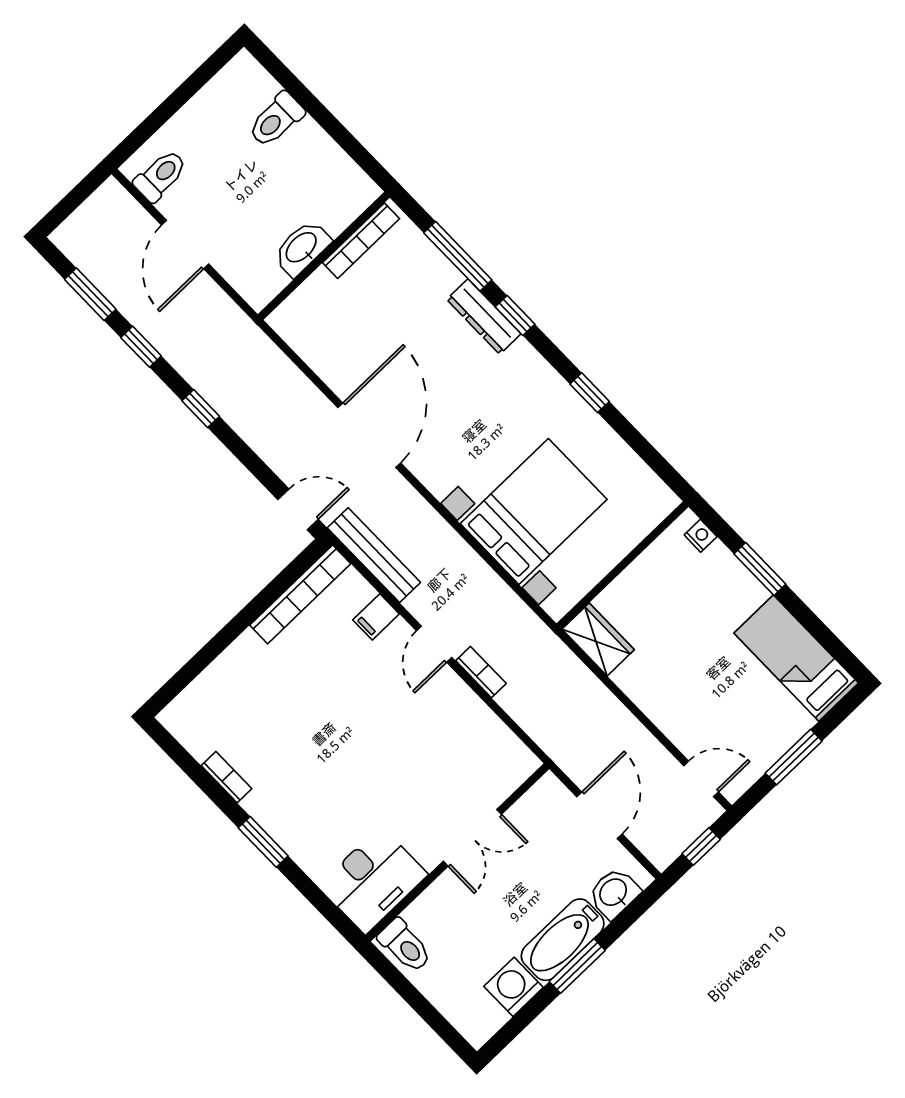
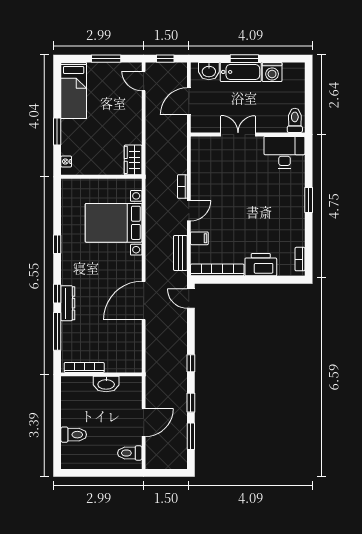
bench: (374, 555) -> (180, 253), width x0.73
printer: (240, 668) -> (261, 265), added
bookcase: (227, 777) -> (300, 259), moved

